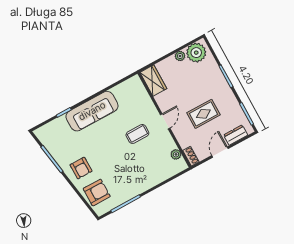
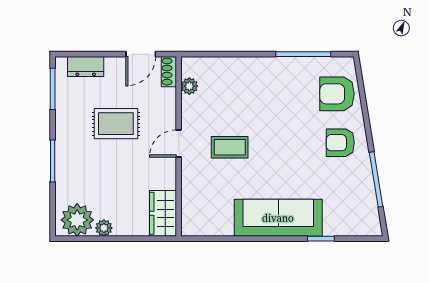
door: (220, 152) -> (141, 54), moved
armchair: (81, 168) -> (340, 143), turned -90

